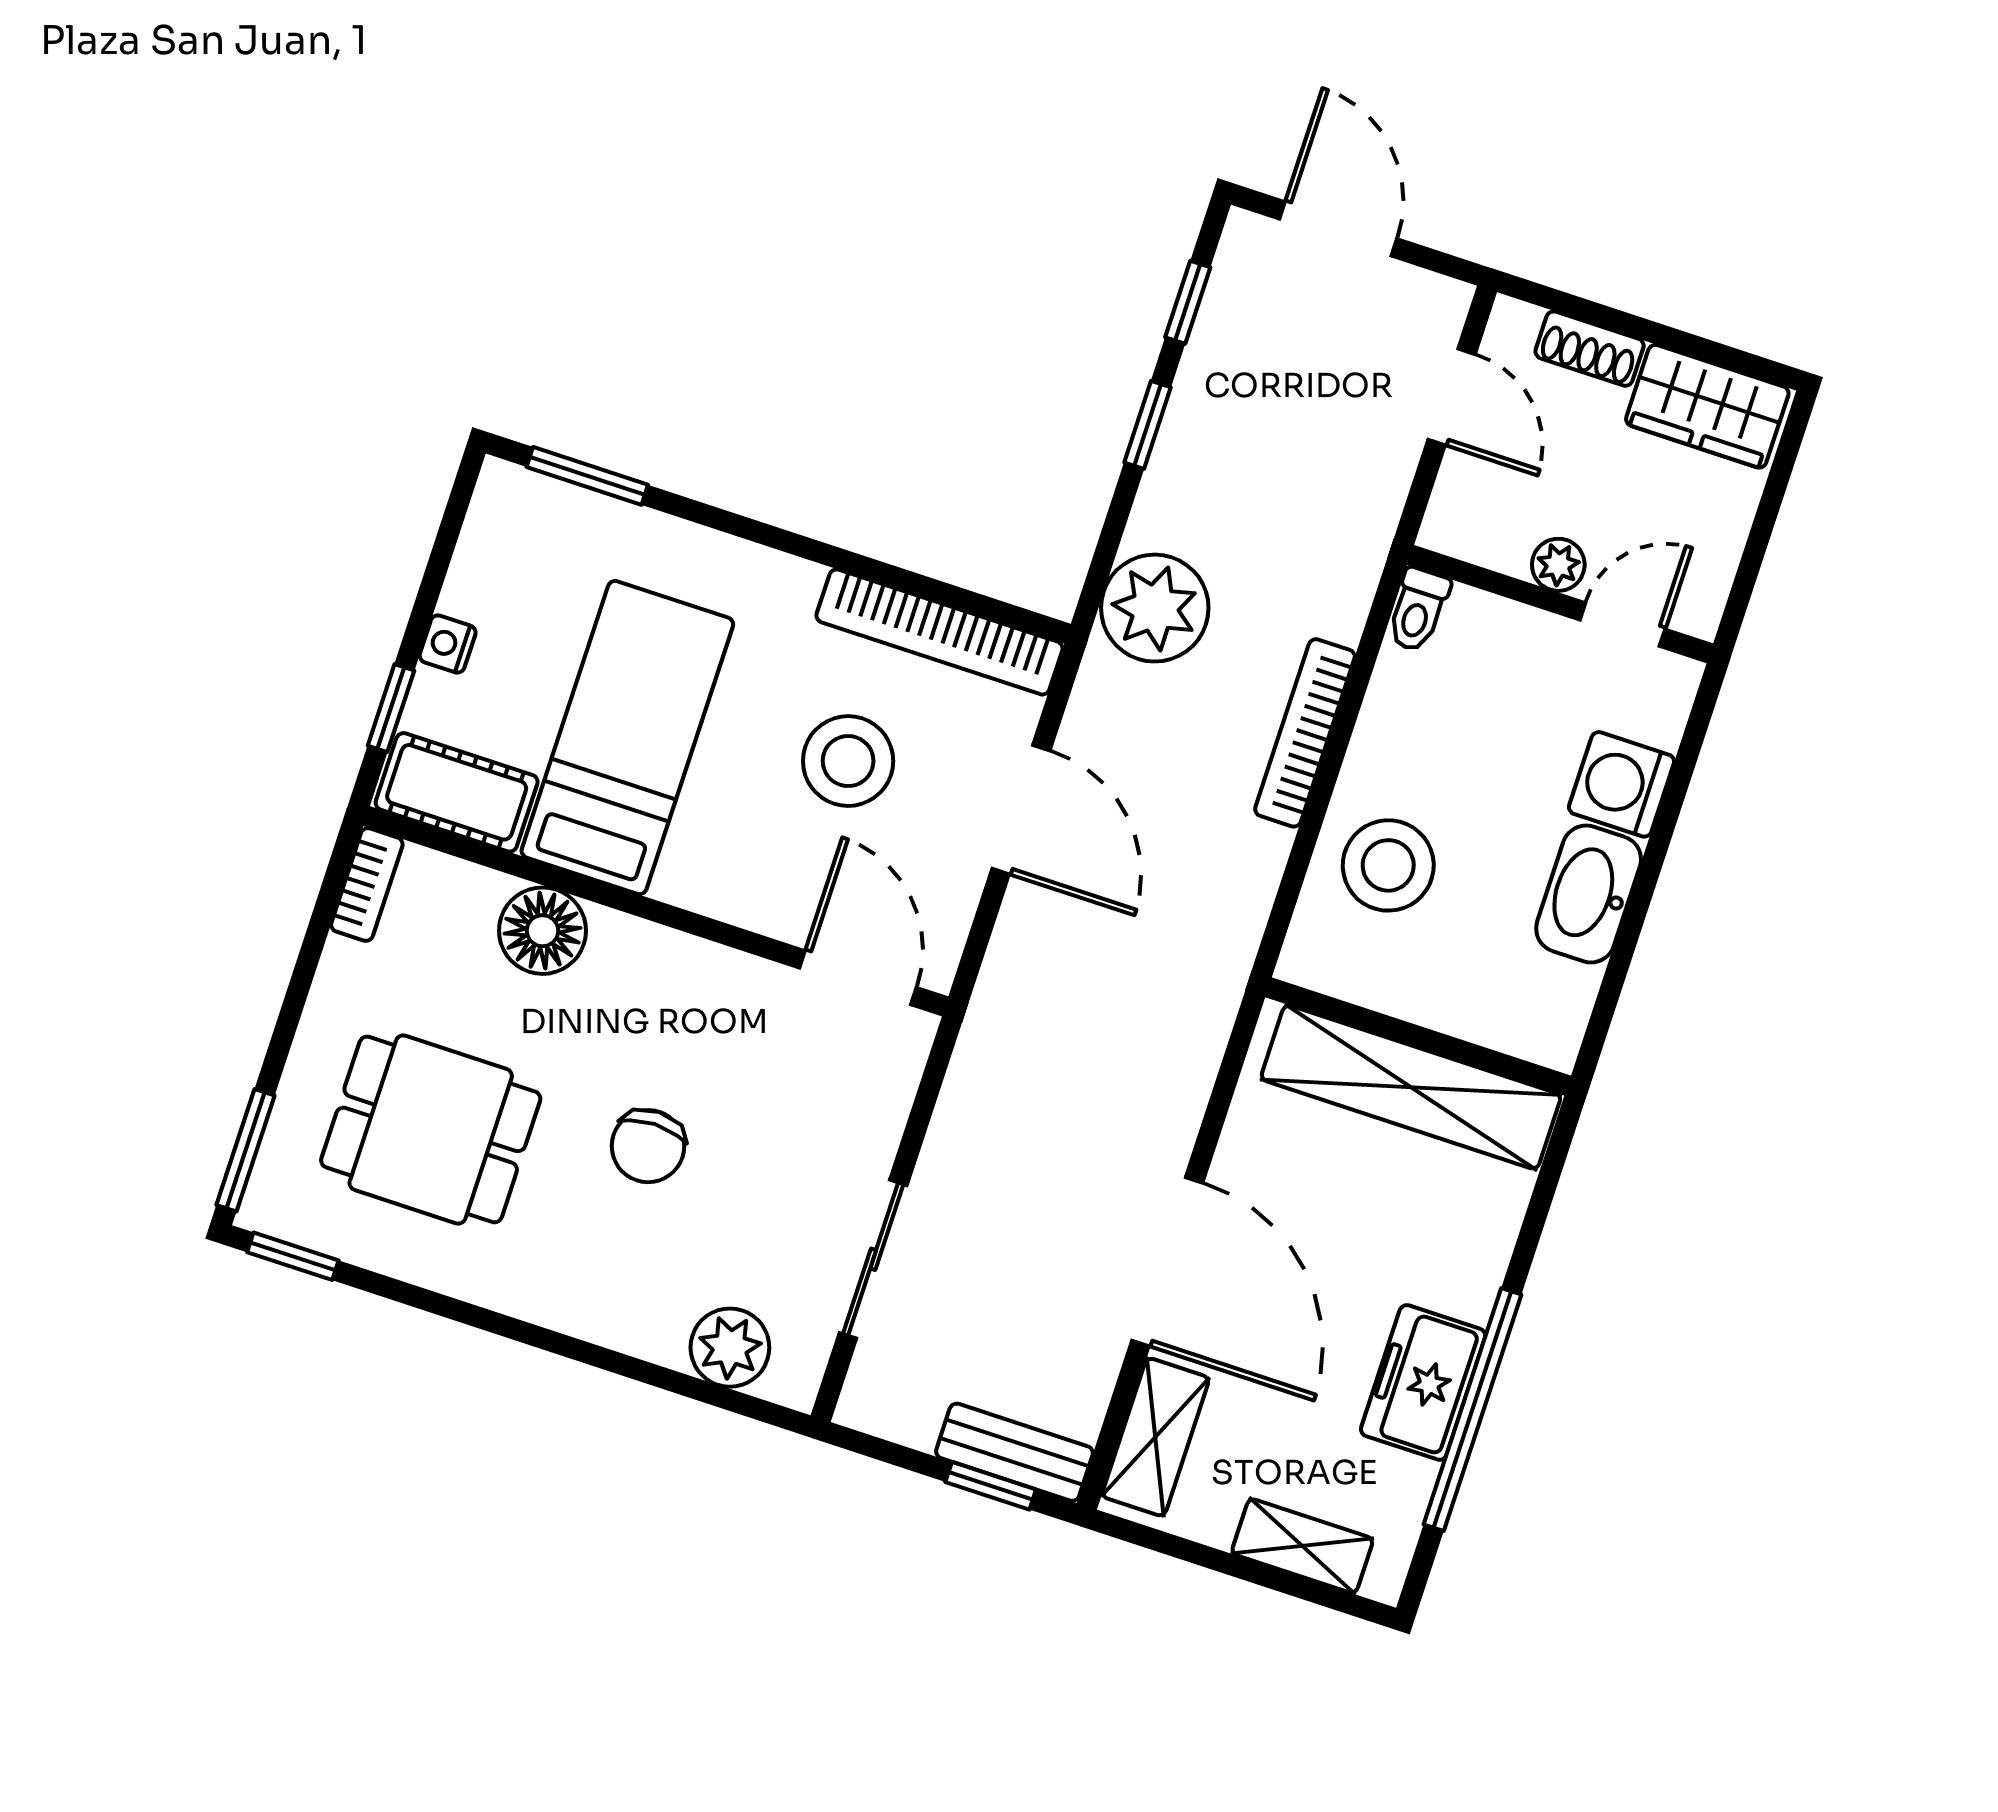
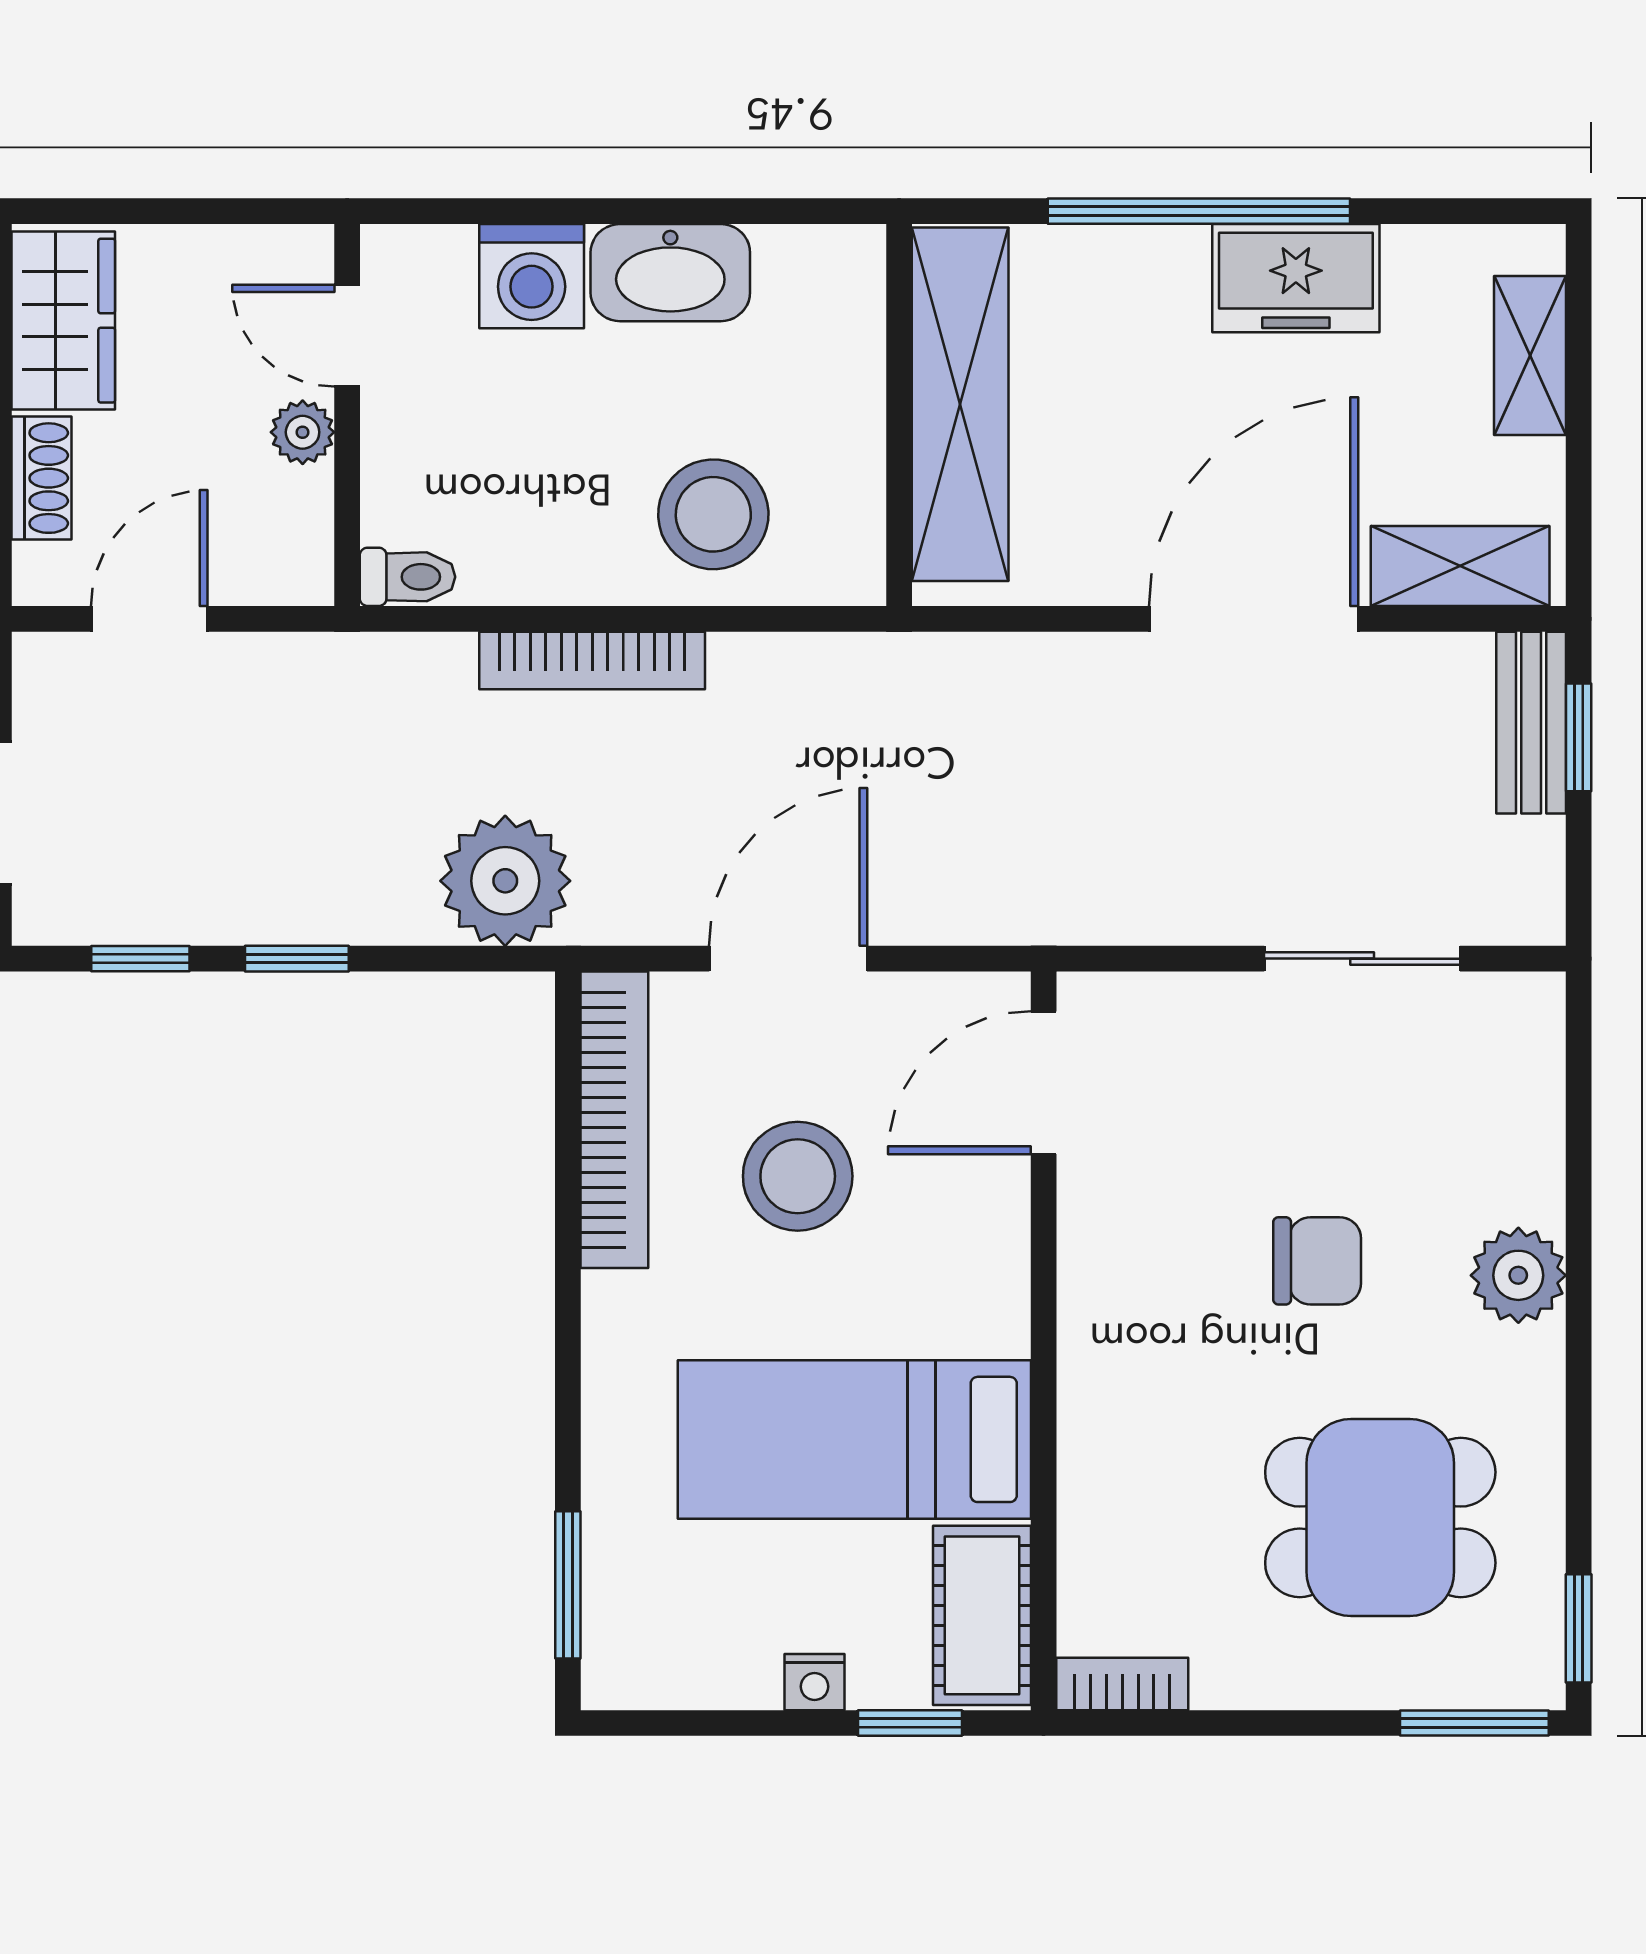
floor lamp: (542, 931) -> (1109, 1464), removed
dining table: (431, 1129) -> (1380, 1518), turned 90
plant: (730, 1348) -> (1518, 1275), moved
window: (1472, 1410) -> (1199, 211), moved

